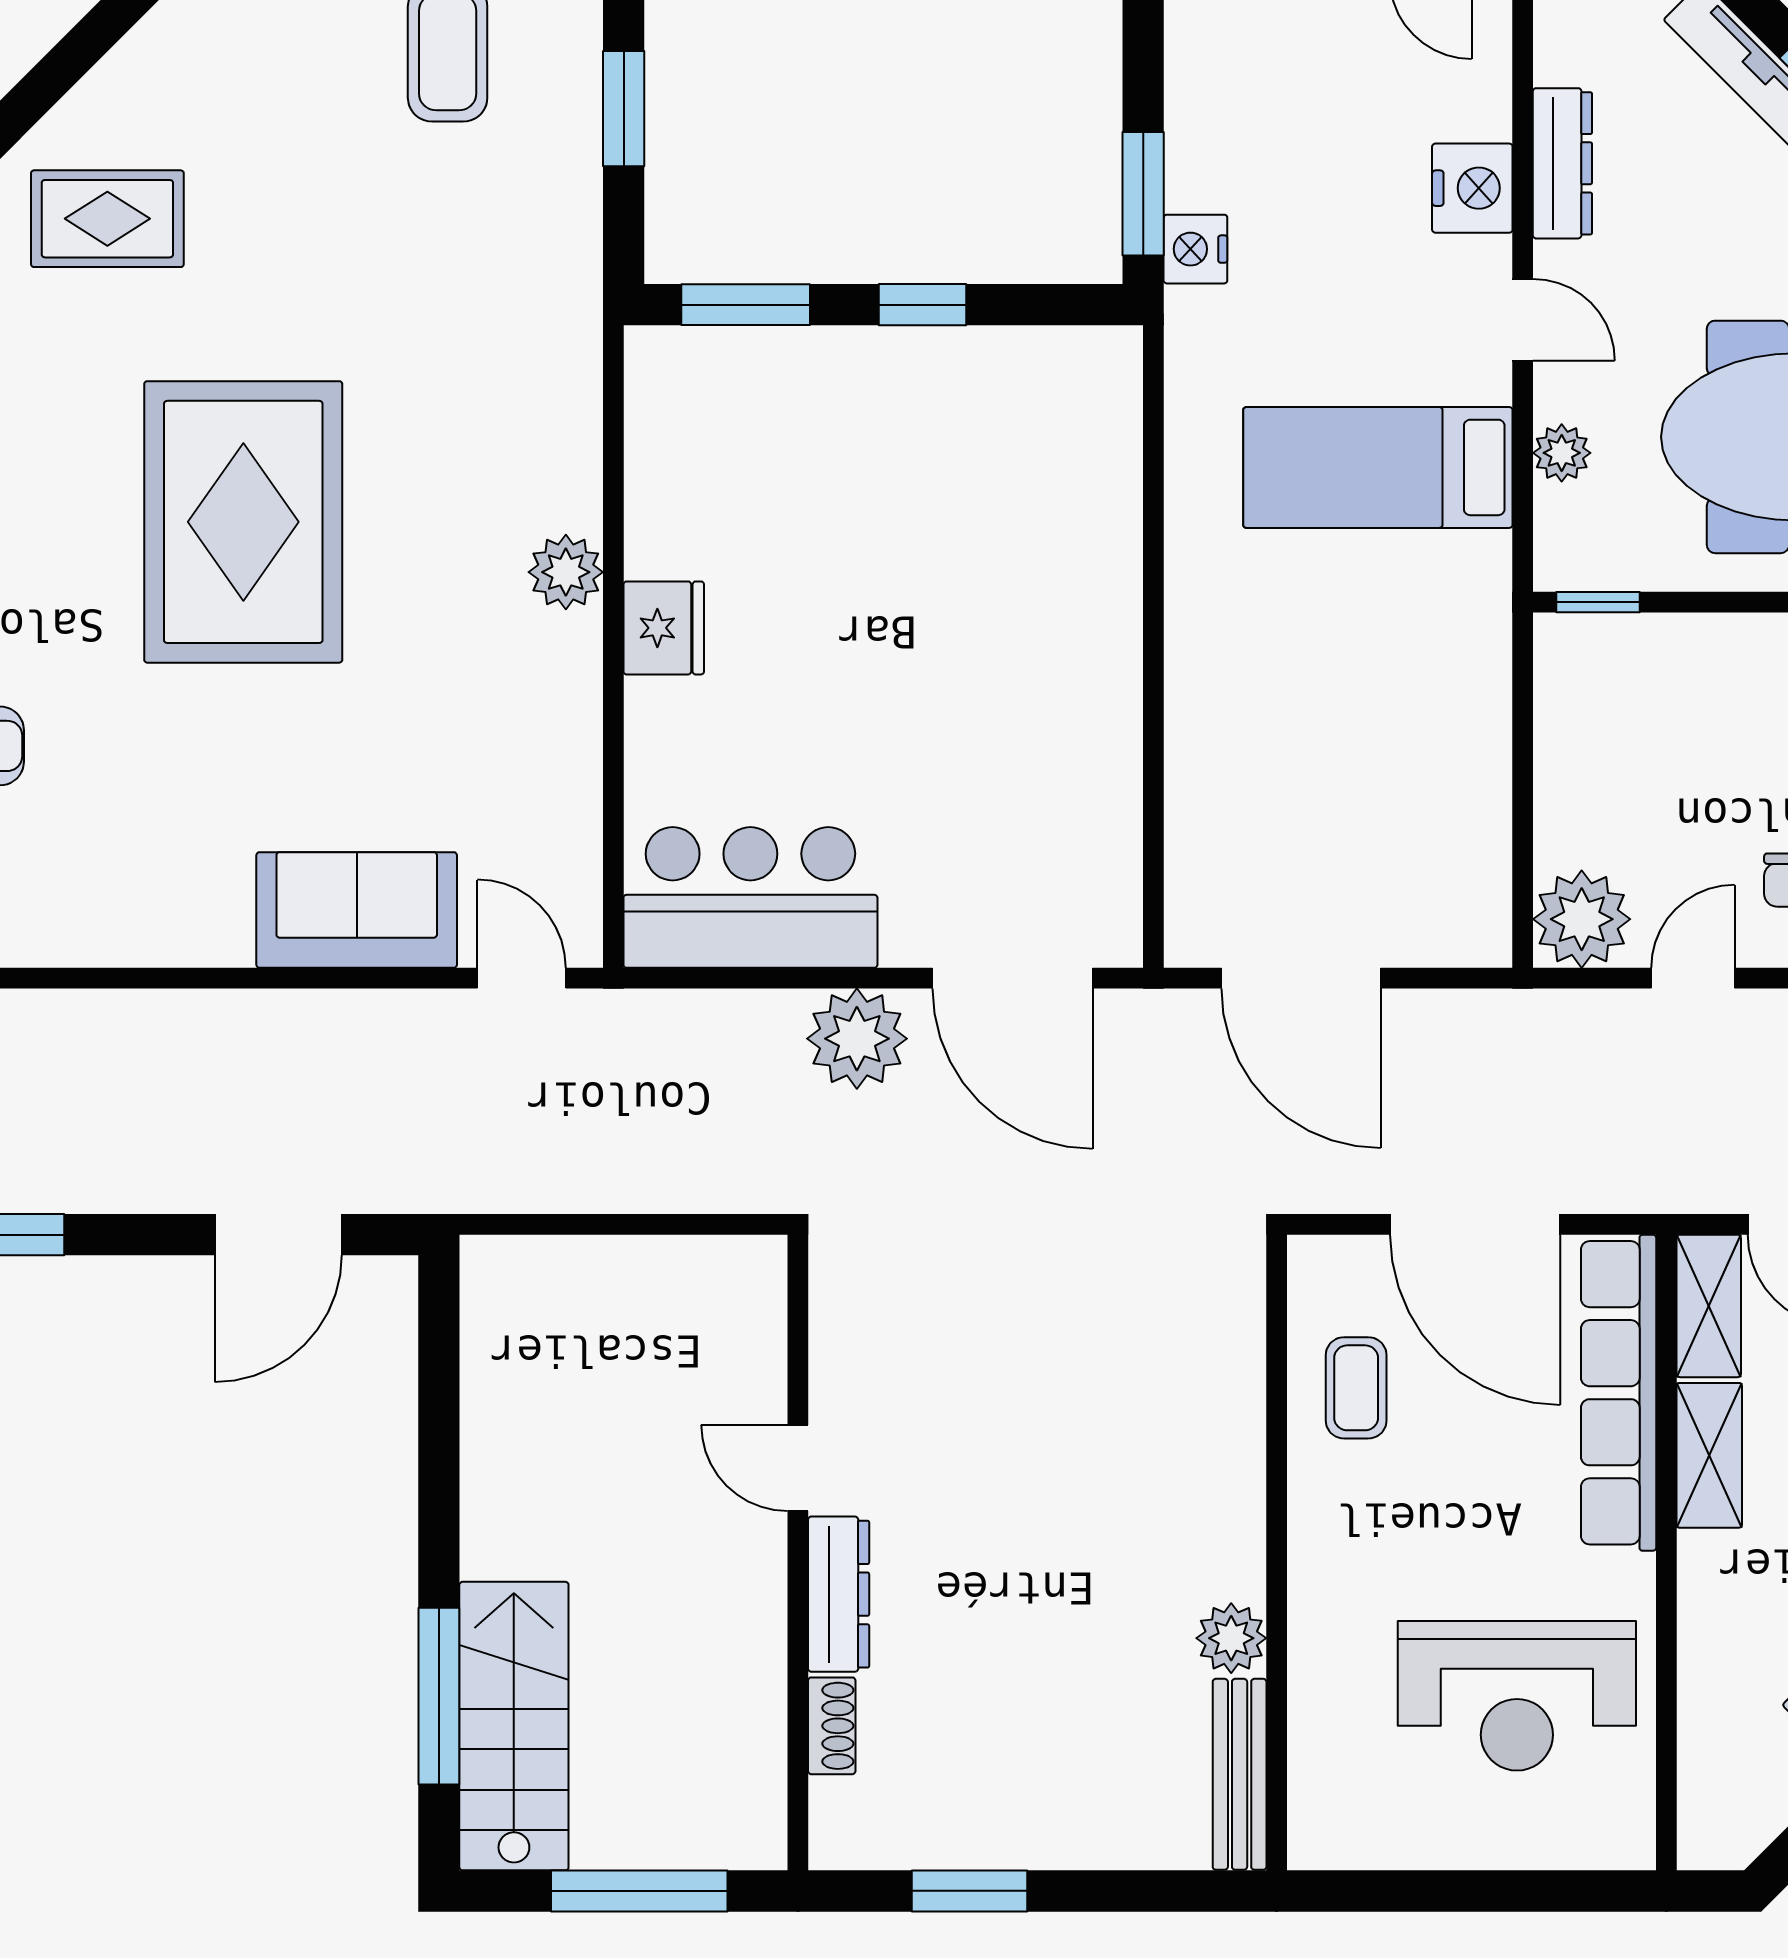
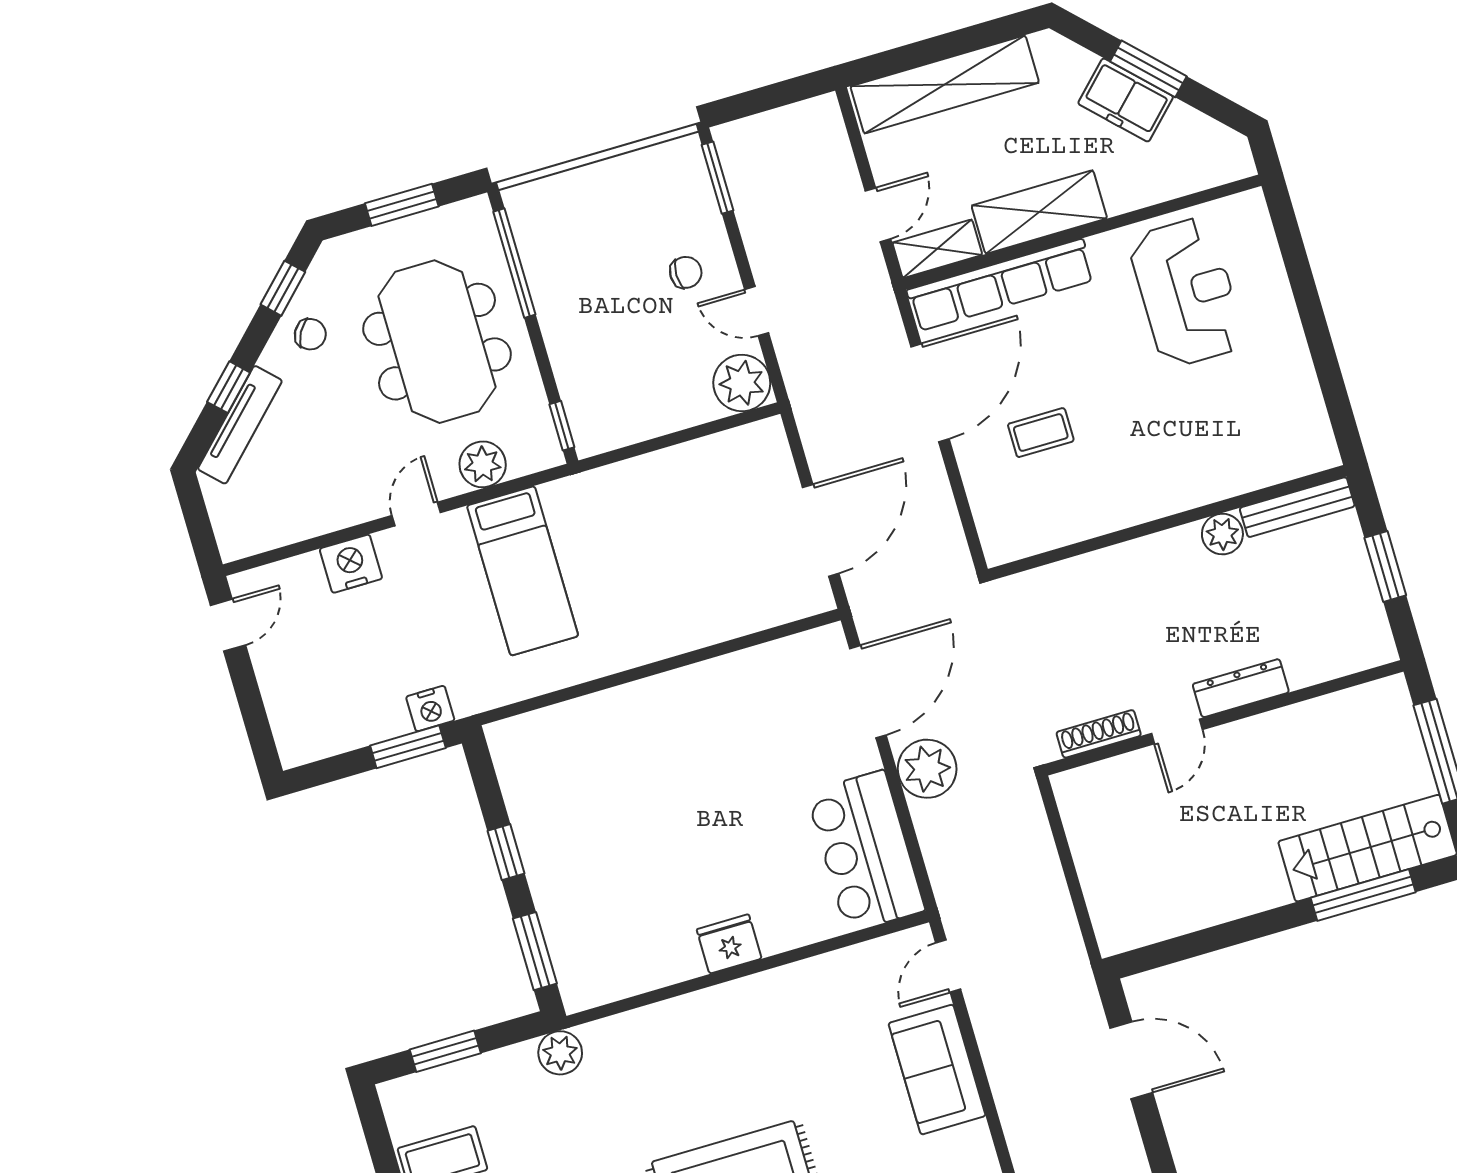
dresser: (1562, 163) -> (322, 517), removed
plant: (1562, 453) -> (483, 464), width x1.38, depth x1.38
plant: (566, 572) -> (560, 1053), moved
shelving: (1709, 1455) -> (1039, 212), width x1.50, depth x1.33
wall: (1277, 1553) -> (1167, 523), moved
plant: (1231, 1638) -> (1222, 534), moved
shoe rack: (832, 1726) -> (1099, 734), moved, width x1.43
bench: (1240, 1774) -> (1297, 507), moved

